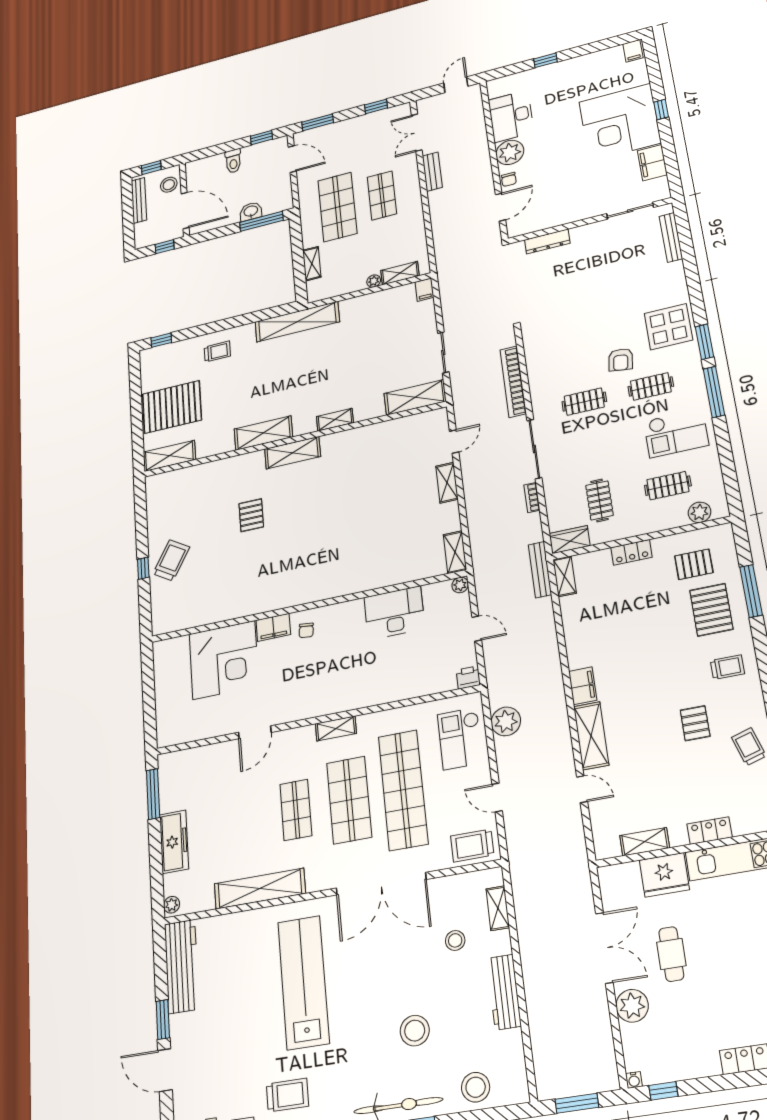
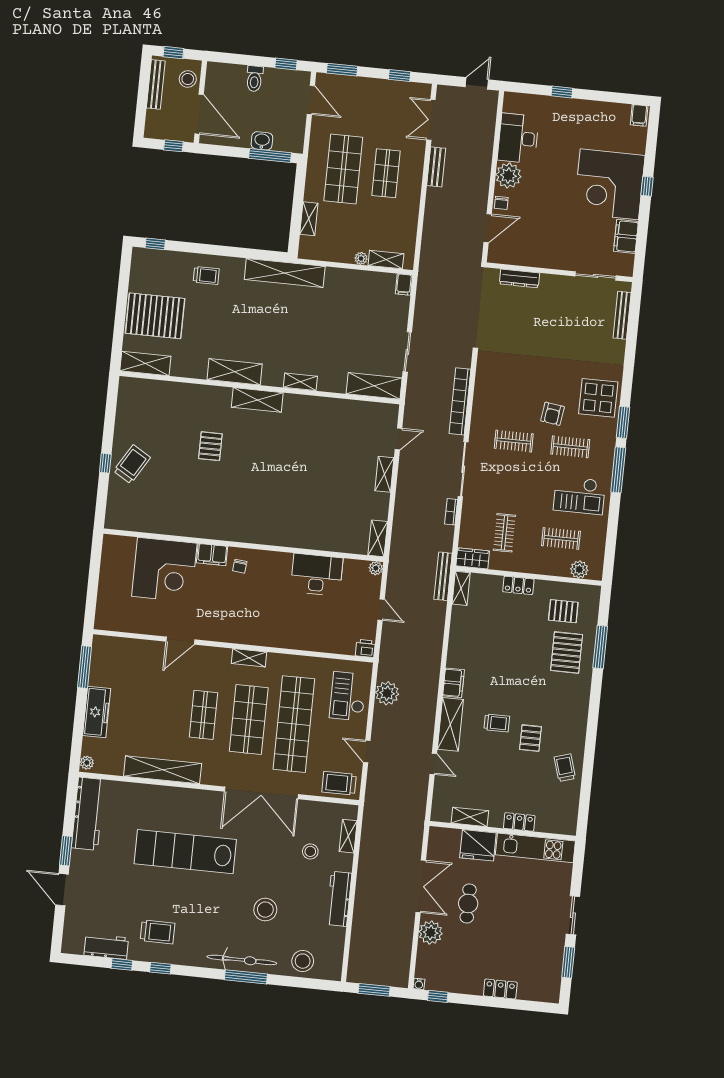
trolley: (727, 667) -> (497, 723), moved
lab bench: (303, 982) -> (185, 852), turned -90

